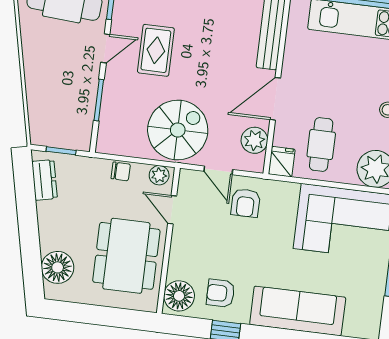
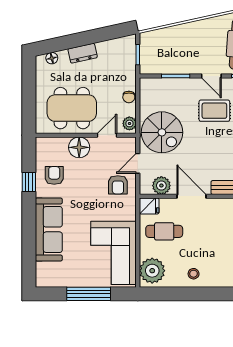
dresser: (44, 180) -> (83, 53), moved
armchair: (246, 203) -> (118, 185), turned -90
floor lamp: (58, 267) -> (52, 58), width x0.53, depth x0.53
floor lamp: (179, 296) -> (79, 147), moved

